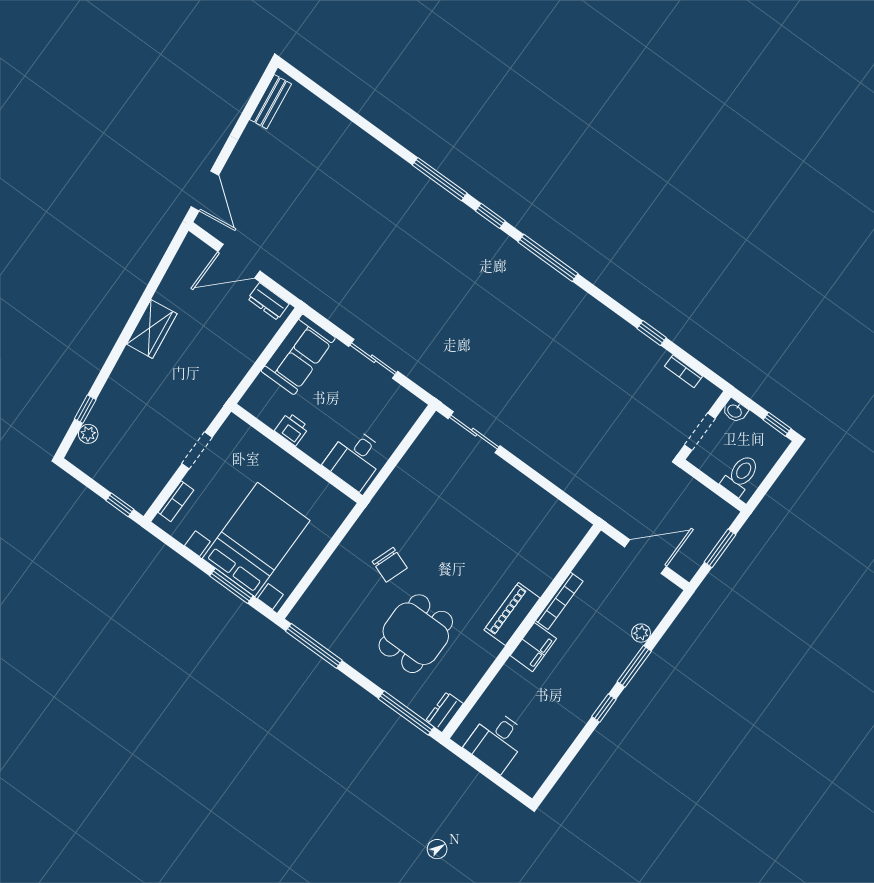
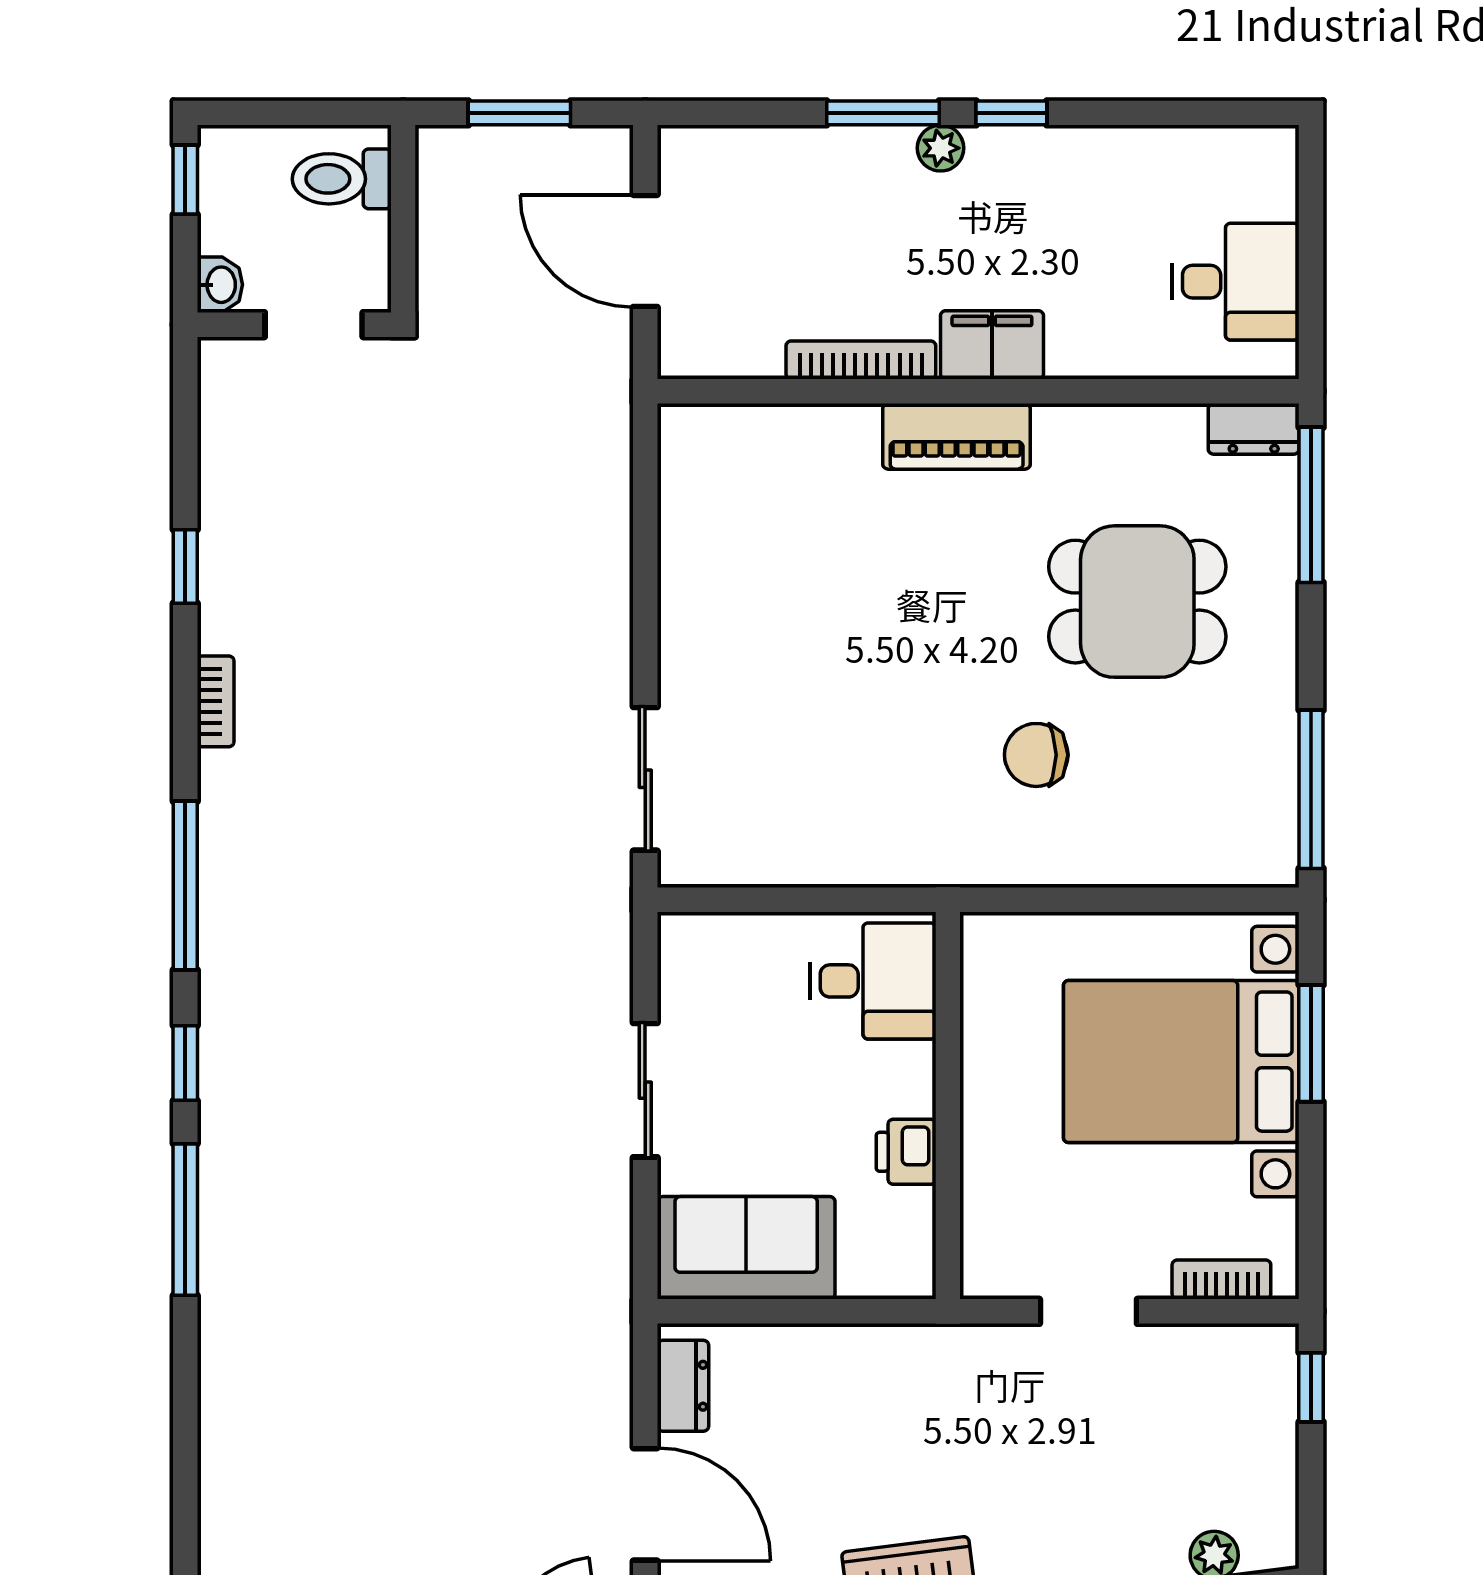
bookcase: (684, 371) -> (216, 701), moved
chair: (390, 565) -> (1036, 755), turned -110
plant: (641, 633) -> (941, 148), moved

